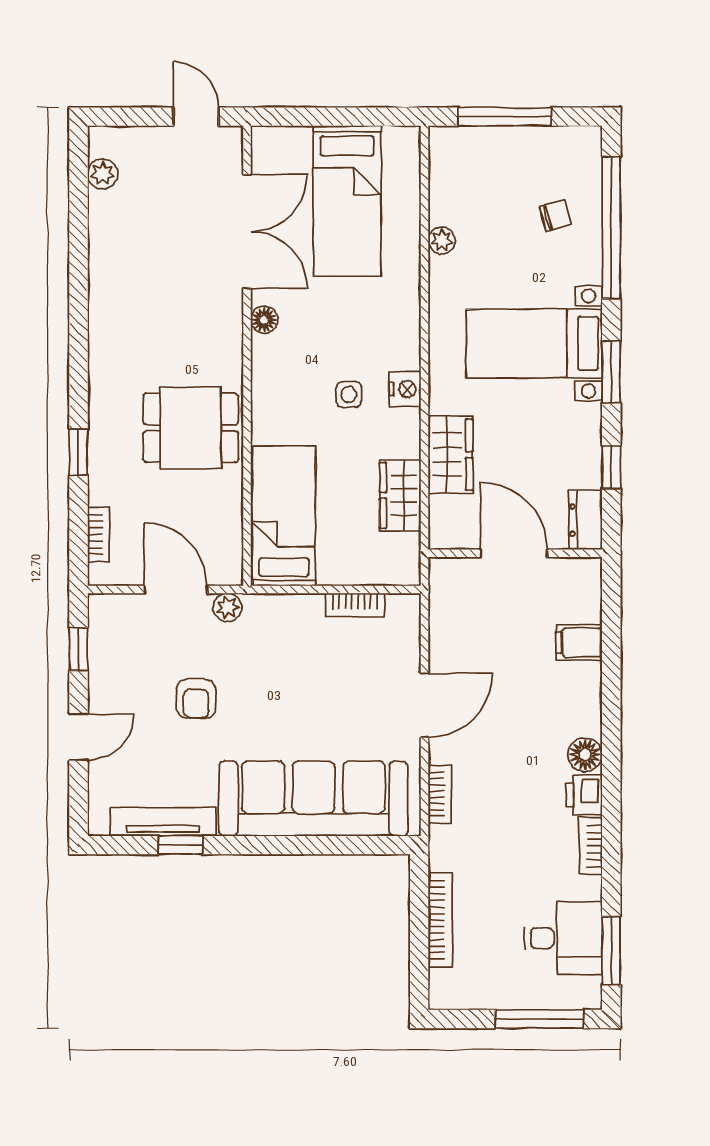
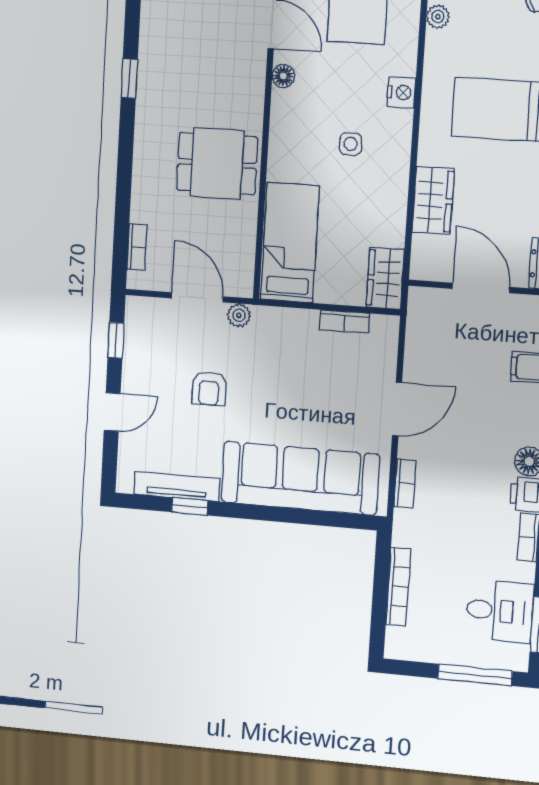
nightstand: (405, 389) -> (401, 92), moved
window: (78, 452) -> (129, 78), moved
wardrobe: (400, 495) -> (385, 278), moved

